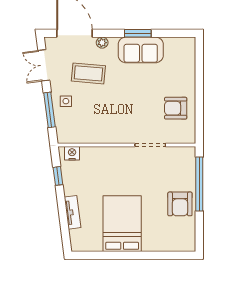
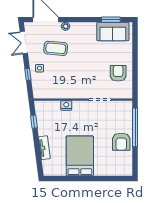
window: (138, 33) -> (111, 20), moved
sofa: (141, 50) -> (113, 31), moved
armchair: (176, 108) -> (118, 73), turned 90
window: (50, 110) -> (28, 74), width x0.46
nightstand: (72, 153) -> (66, 105), moved

